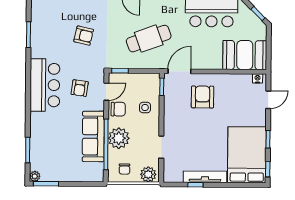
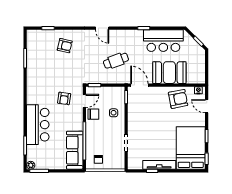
armchair: (84, 36) -> (65, 46), moved
cafe table: (149, 39) -> (116, 61), width x0.73, depth x0.74
booth: (245, 55) -> (169, 73), moved
door: (179, 71) -> (139, 85), hinge flipped
bar counter: (45, 85) -> (38, 125), moved
armchair: (203, 97) -> (178, 99), moved, turned 79
door: (268, 100) -> (207, 106), swing flipped
sofa: (93, 136) -> (75, 150), moved
plant: (119, 138) -> (94, 136), removed
plant: (148, 174) -> (116, 163), removed

